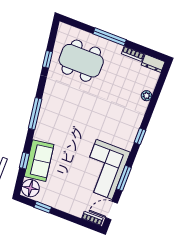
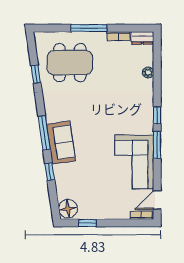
window: (24, 161) -> (50, 172), moved
sofa: (39, 161) -> (61, 143), moved
window: (124, 178) -> (157, 145), moved

